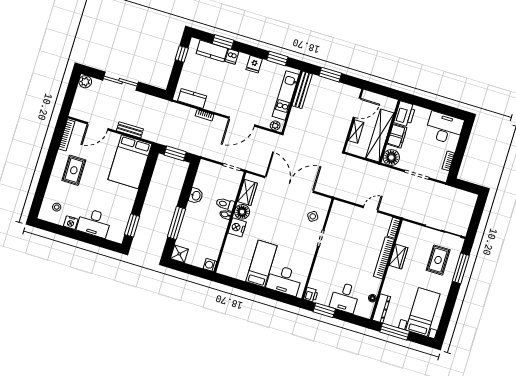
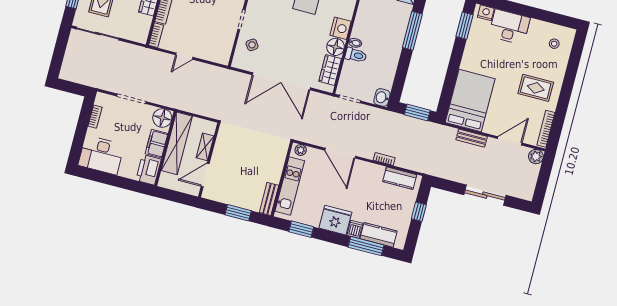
window: (223, 42) -> (366, 246), width x1.44
window: (182, 54) -> (419, 212), moved
fridge: (254, 64) -> (335, 220), width x1.88, depth x1.34
plant: (85, 82) -> (536, 157), moved
bench: (302, 90) -> (269, 199), width x0.73
door: (242, 122) -> (340, 153), swing flipped
rug: (74, 170) -> (536, 88), turned 90
washbasin: (196, 196) -> (382, 97), moved
nightstand: (71, 223) -> (486, 13), moved

